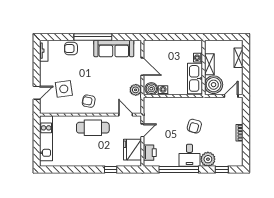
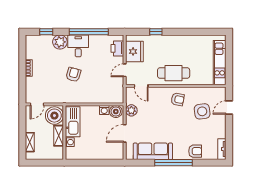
door: (142, 67) -> (125, 133), hinge flipped

